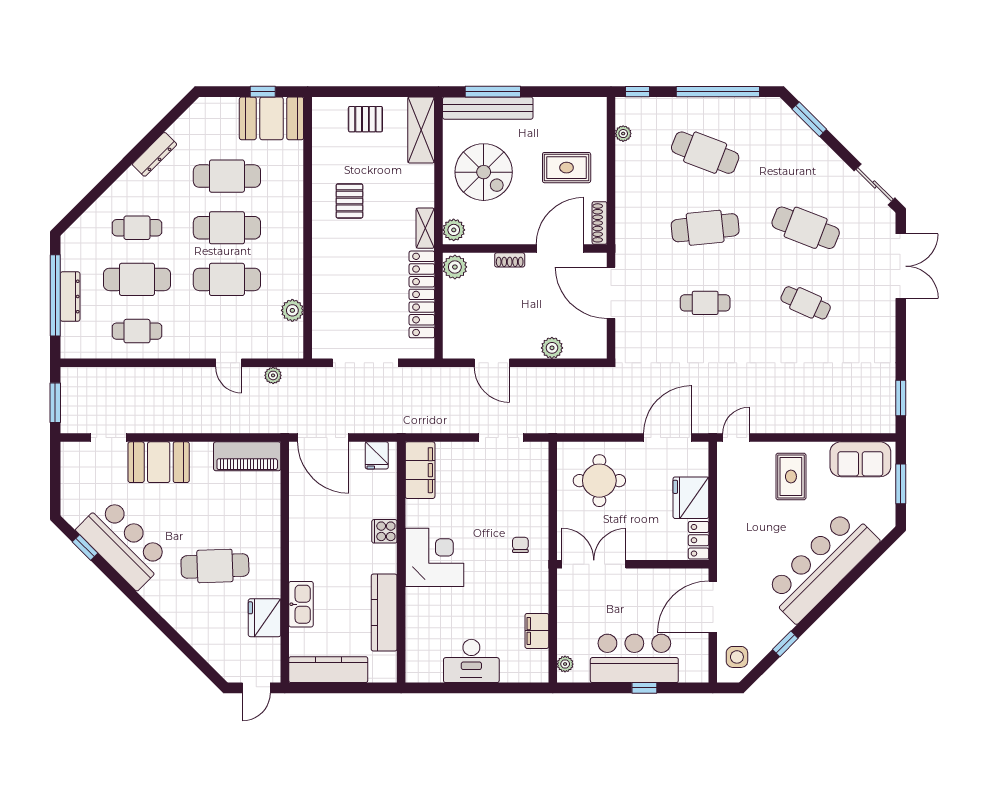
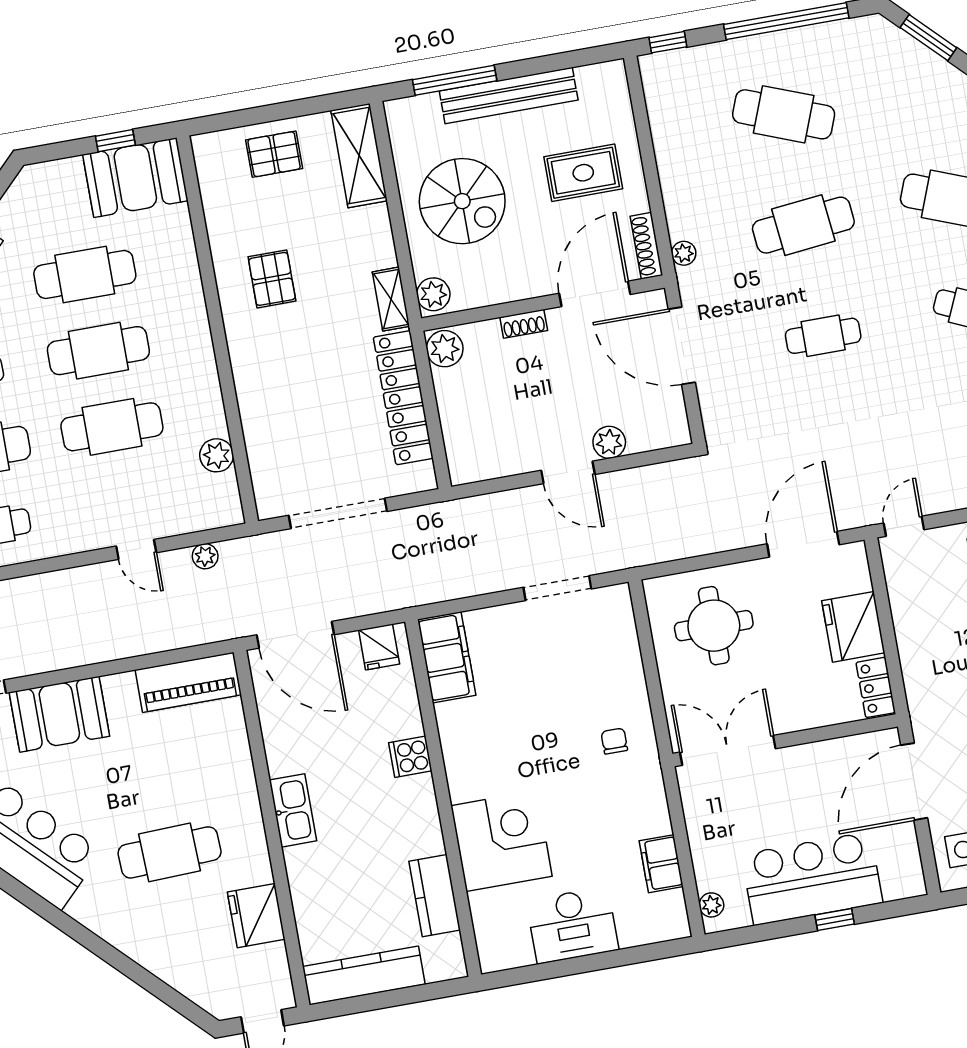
bench: (488, 108) -> (509, 96), moved
plant: (623, 134) -> (684, 253), moved
door: (492, 363) -> (568, 472), moved
corner desk: (435, 557) -> (501, 841), moved
kitchen sink: (301, 604) -> (293, 810), moved
kitchen counter: (384, 613) -> (435, 896), width x0.67

